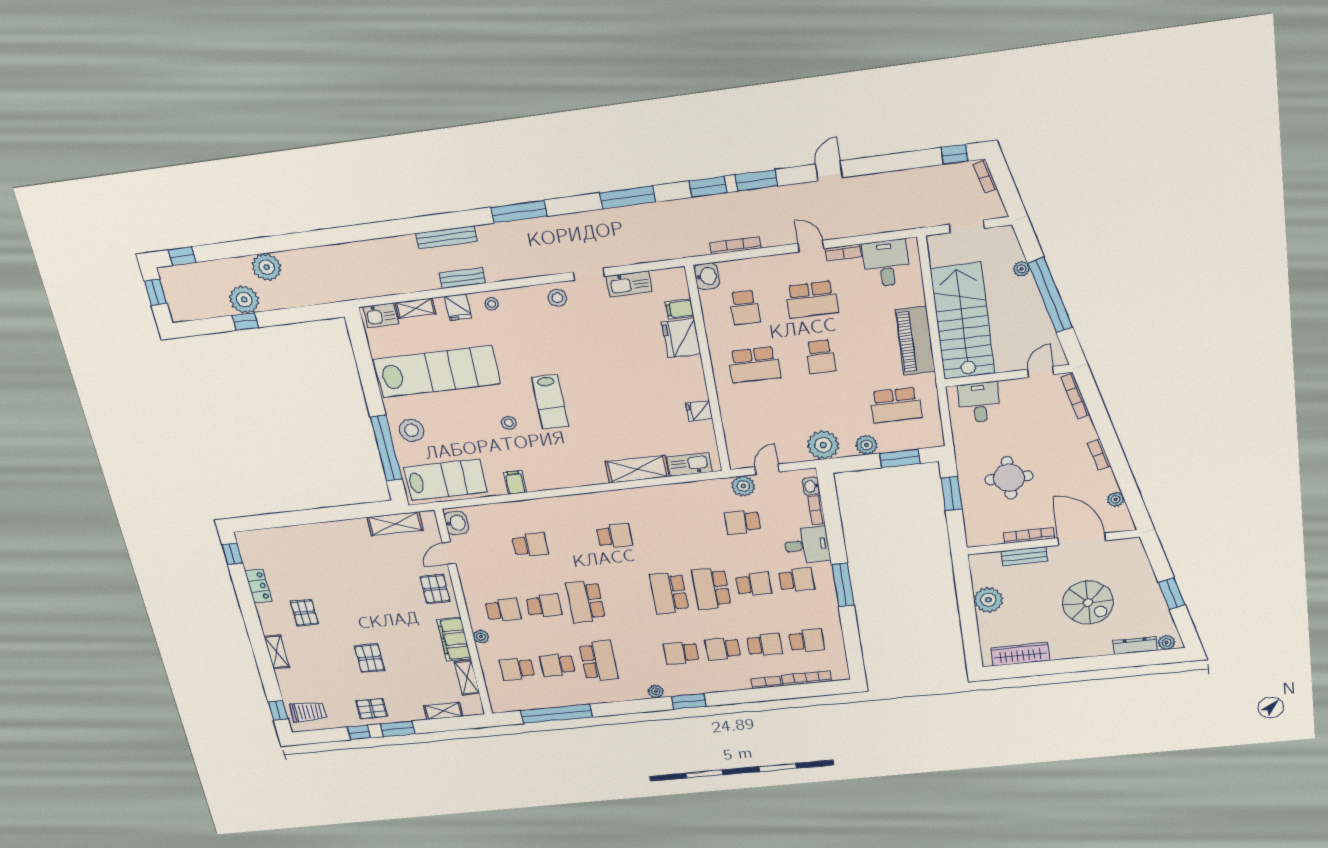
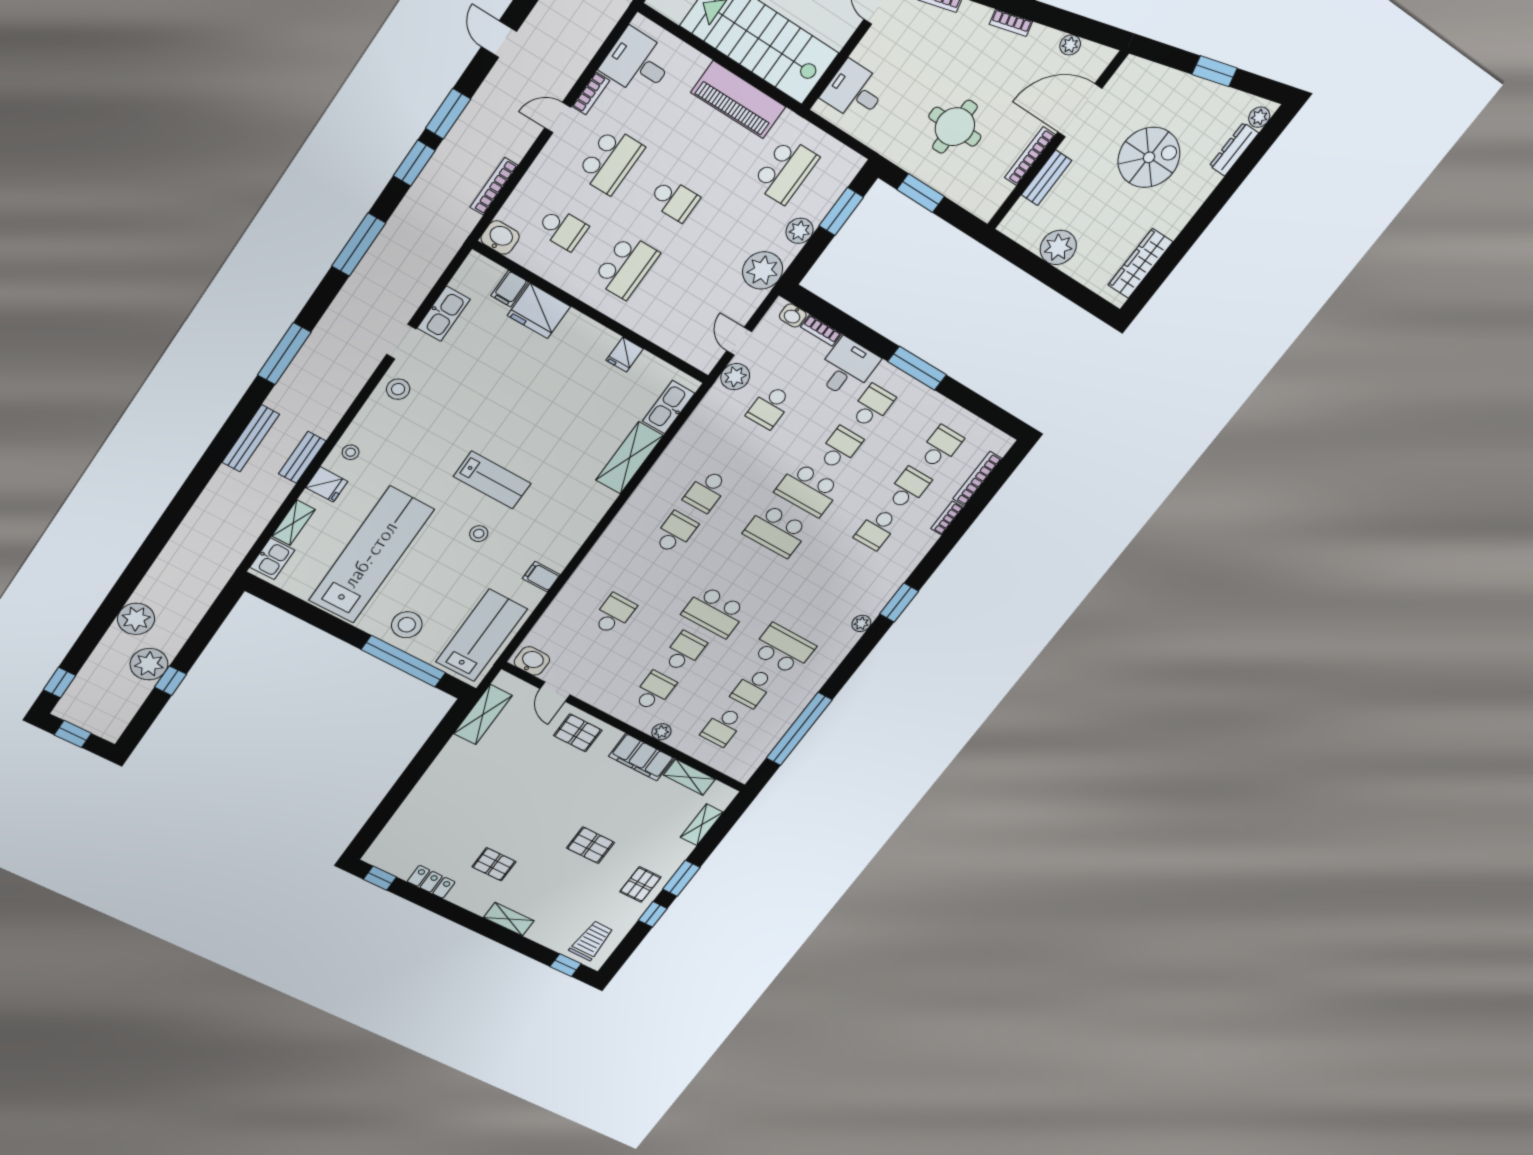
school desk: (681, 653) -> (706, 491), moved

